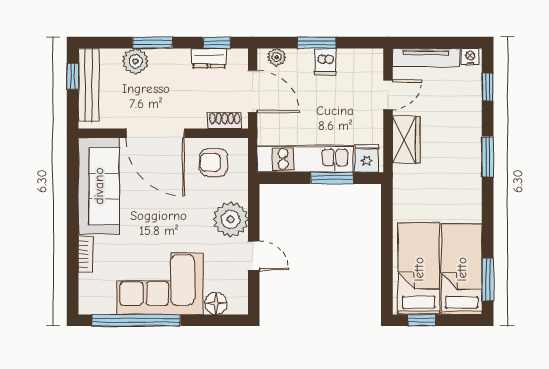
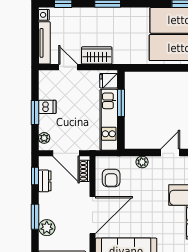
door: (253, 91) -> (66, 153), swing flipped
plant: (231, 219) -> (142, 162), width x0.53, depth x0.53

